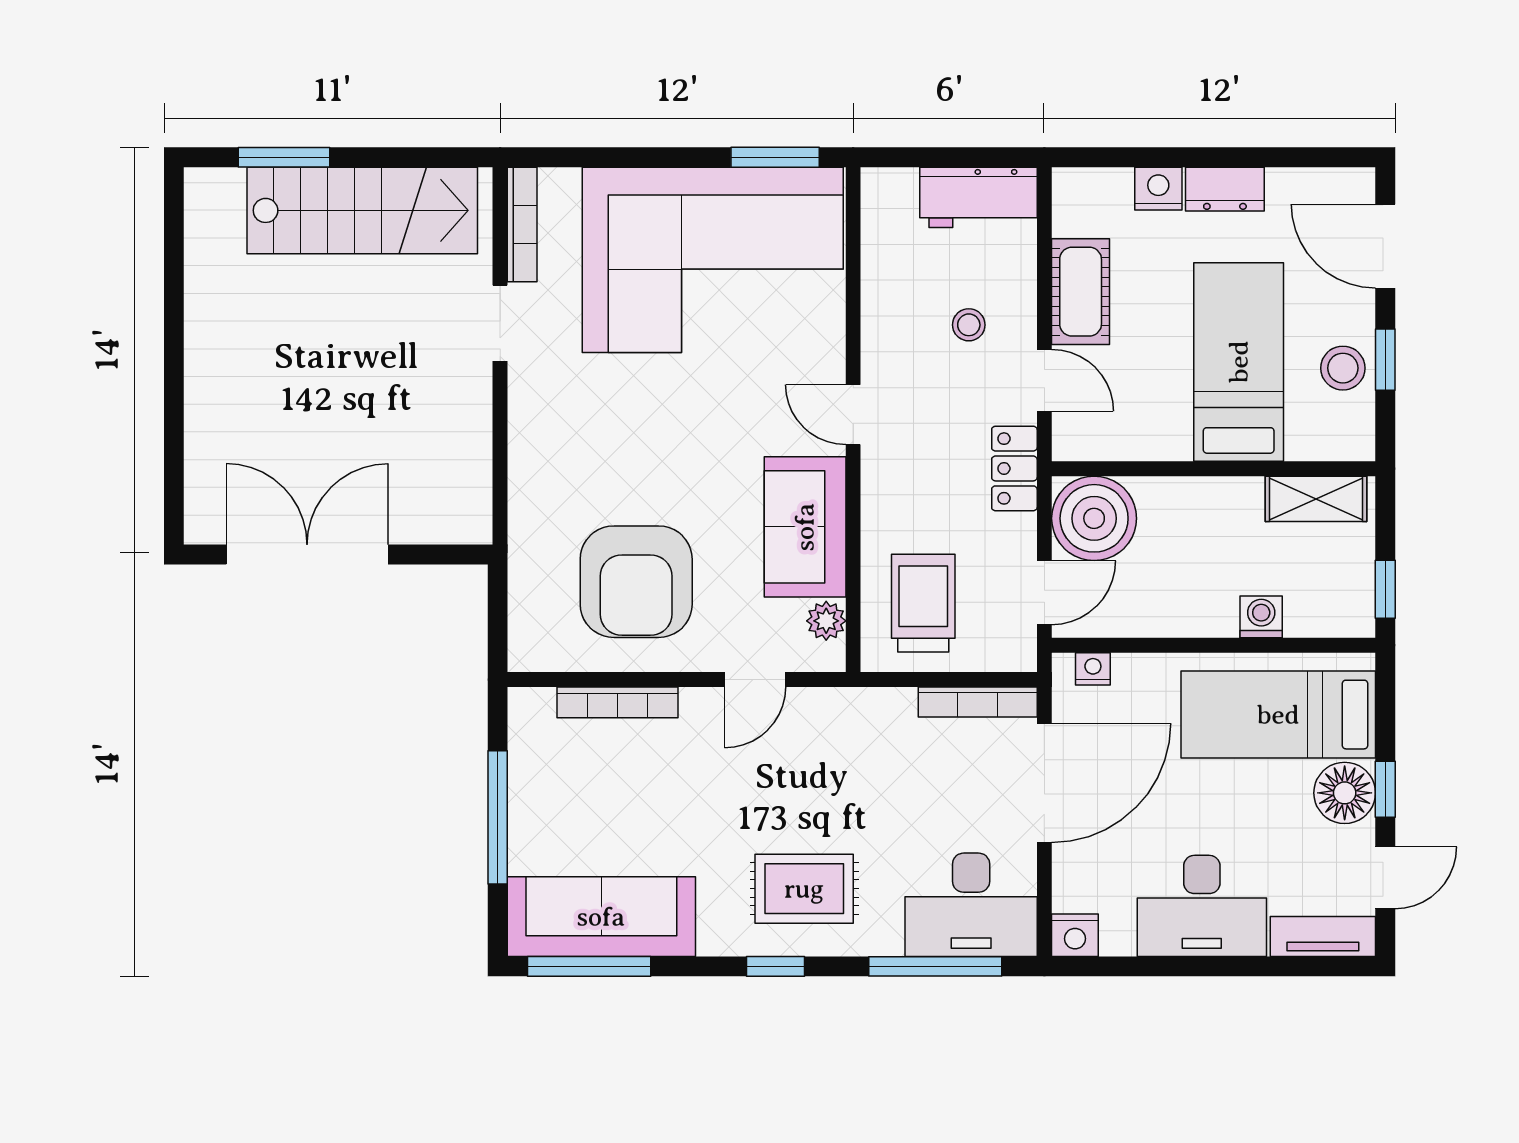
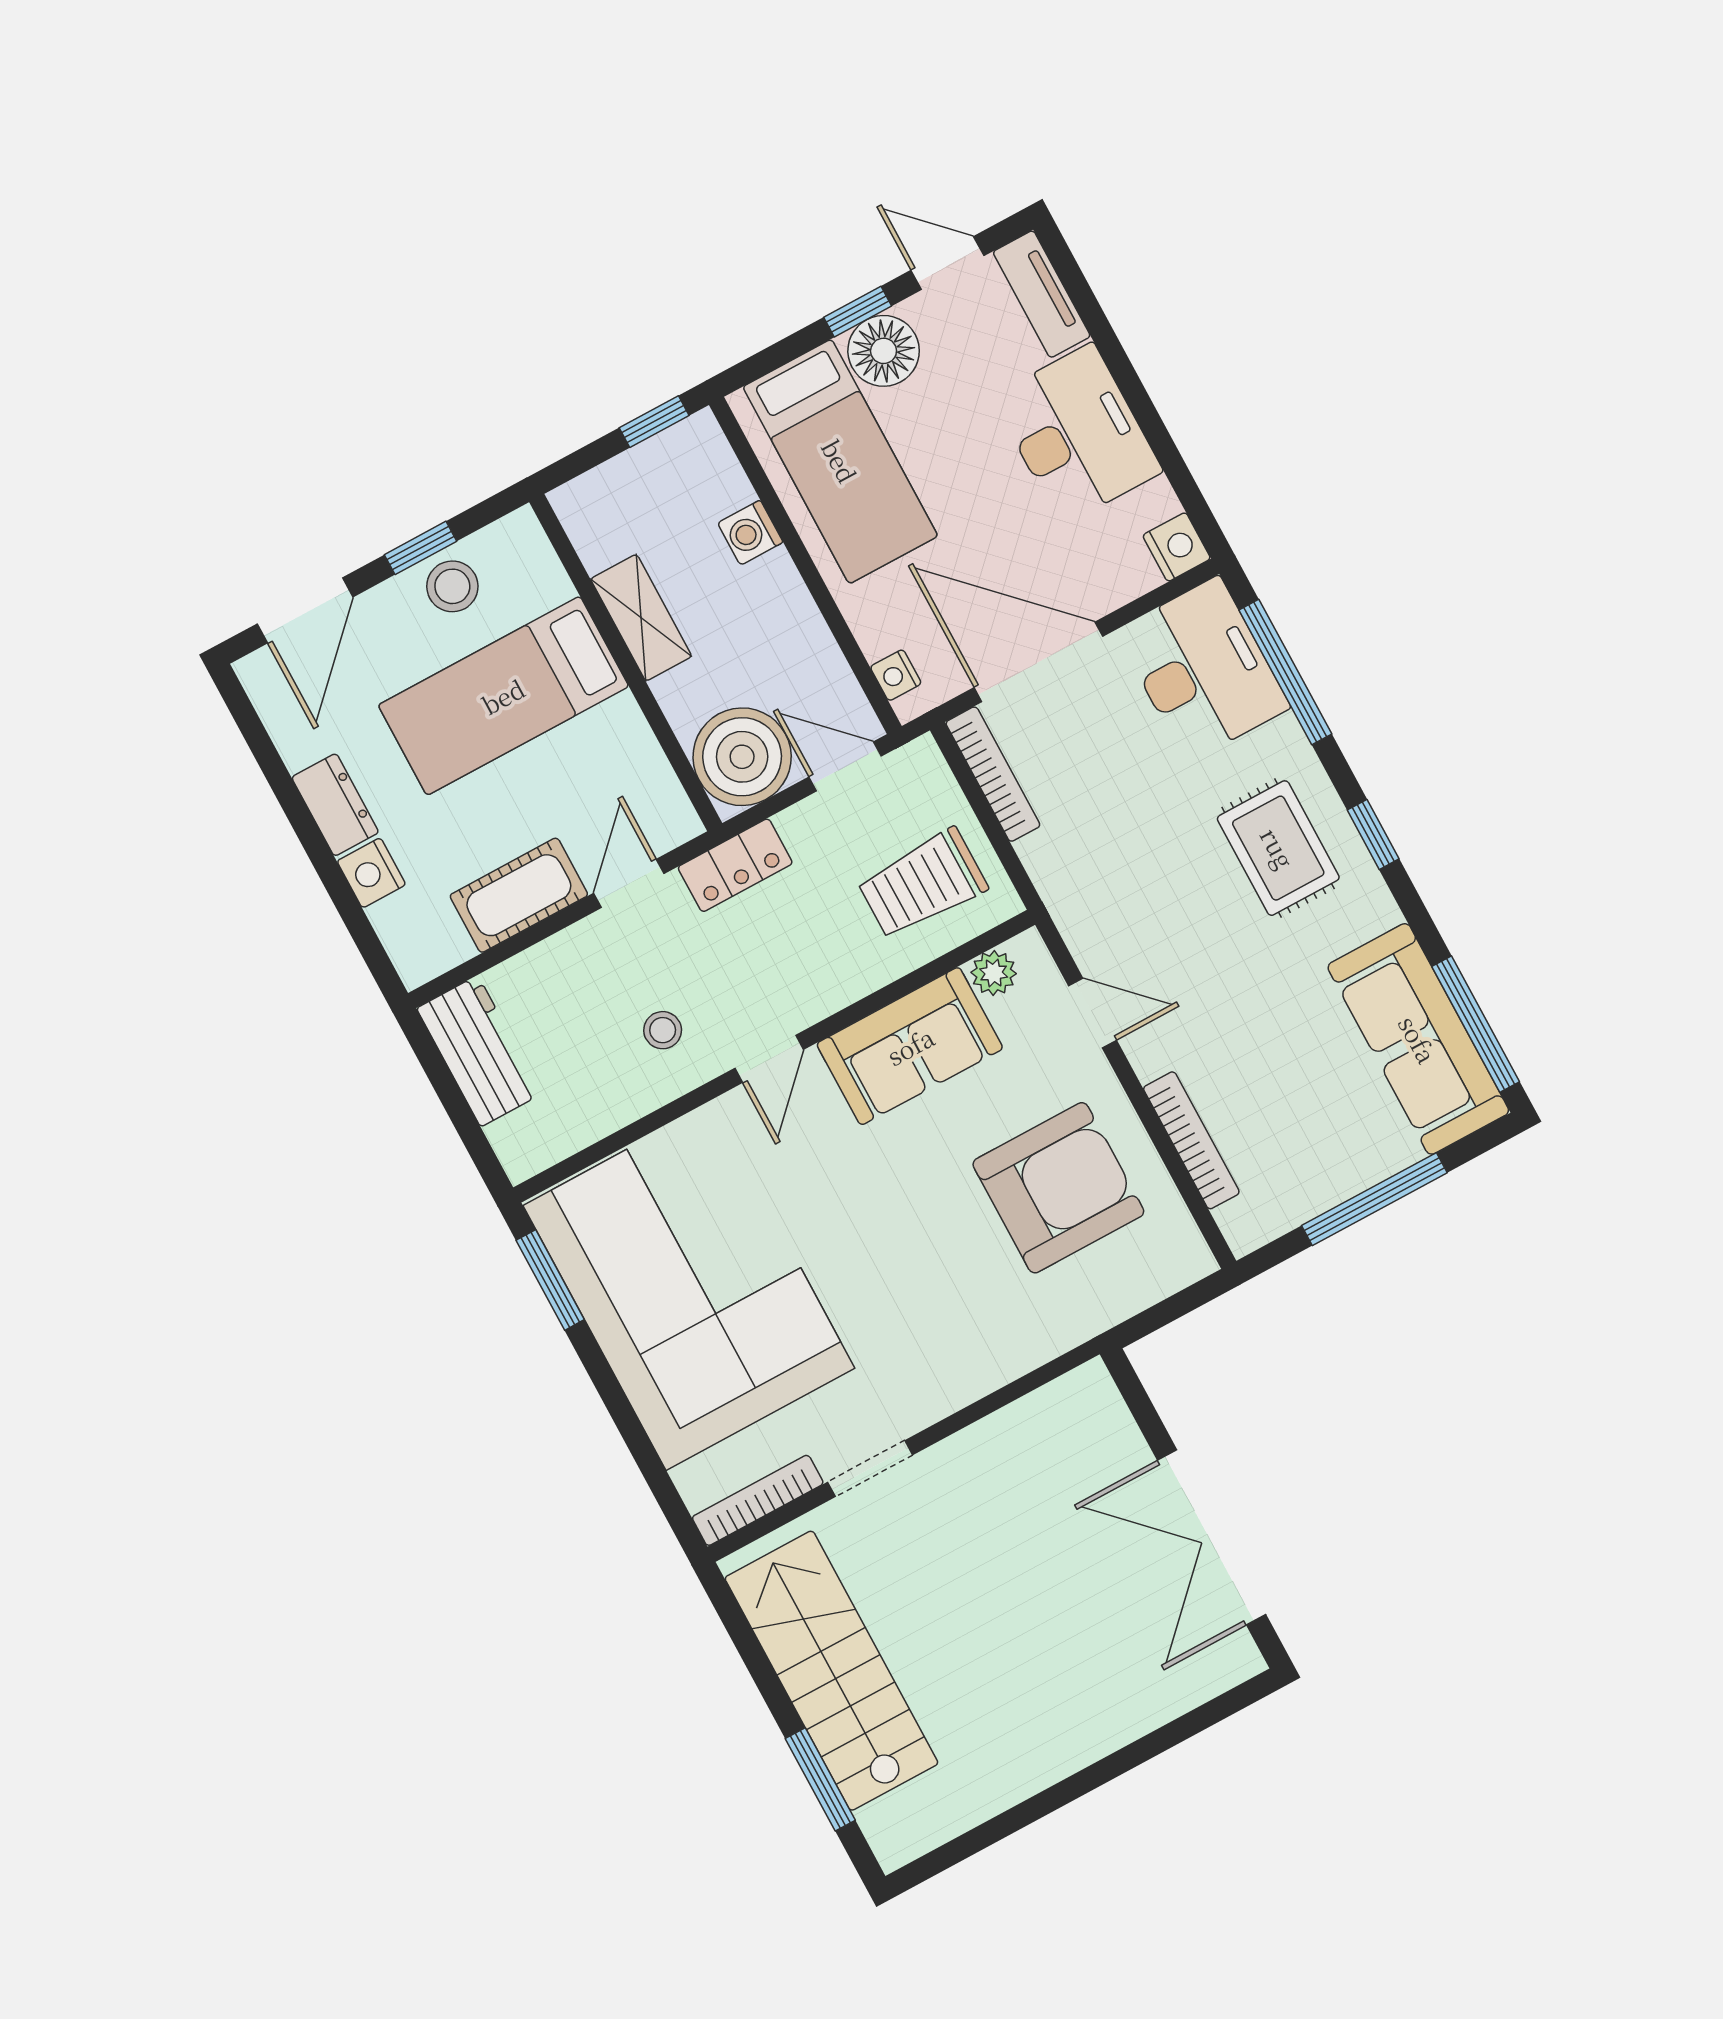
stool: (969, 325) -> (663, 1030), moved
shelving: (1316, 499) -> (641, 618), moved

